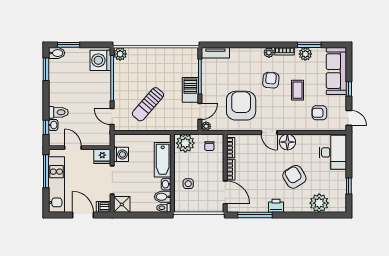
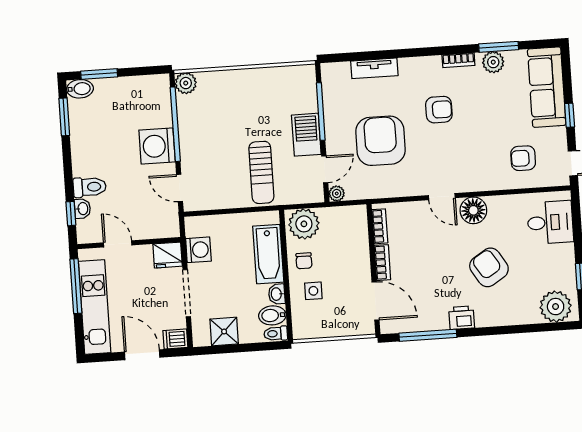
tv unit: (215, 53) -> (374, 68), moved
plant: (269, 53) -> (432, 64), removed
washing machine: (100, 60) -> (157, 146), moved
armchair: (271, 80) -> (439, 110), turned 85
coffee table: (298, 90) -> (484, 123), removed
sun lounger: (148, 104) -> (261, 172), moved, turned -41
armchair: (241, 106) -> (380, 141), moved
chair: (209, 146) -> (304, 261), moved
desk: (333, 152) -> (550, 222), width x0.73
plant: (319, 203) -> (556, 307), moved
shower: (122, 204) -> (224, 332), moved

